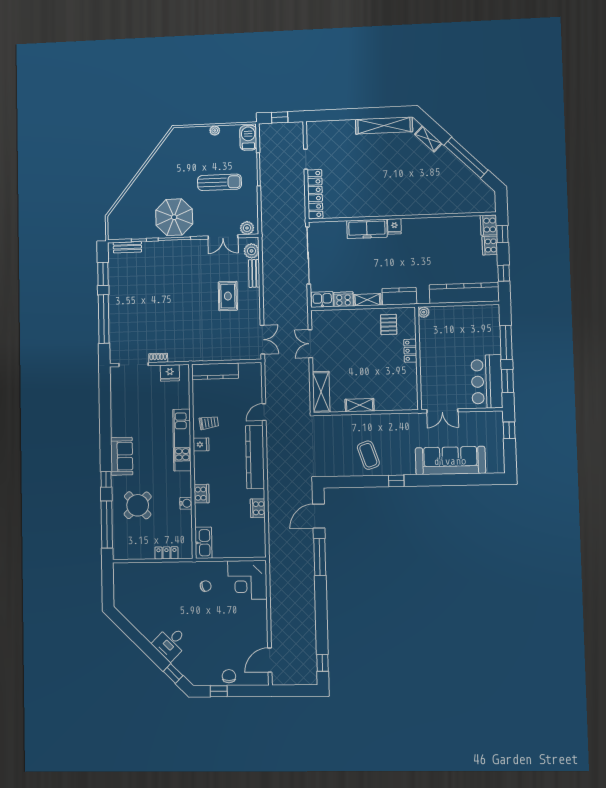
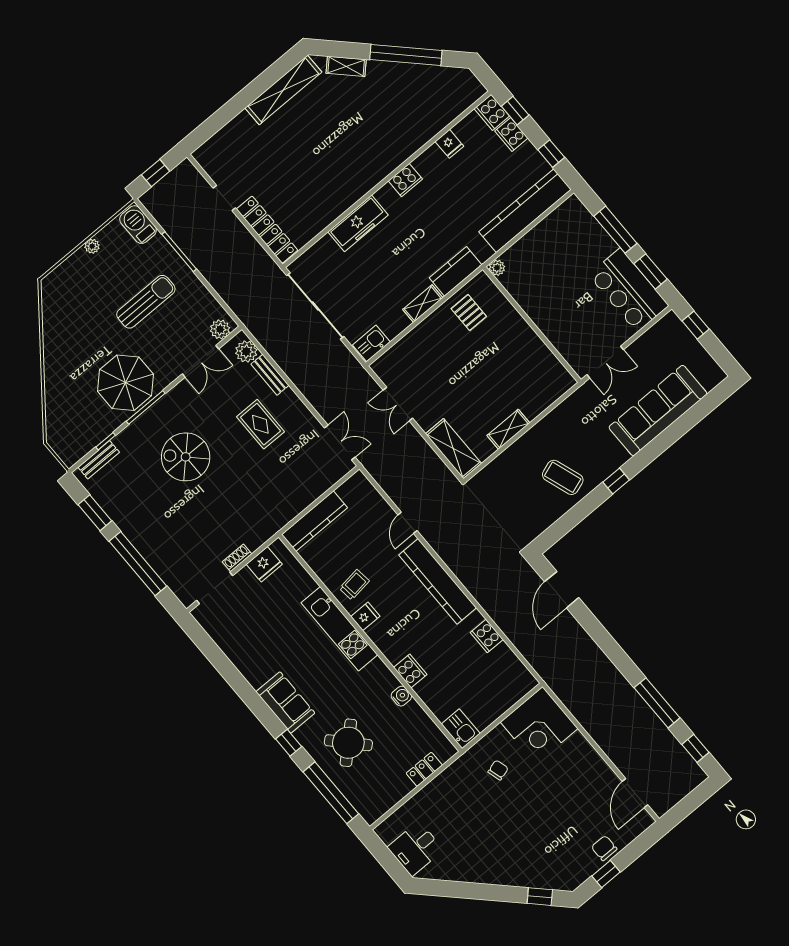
fridge: (394, 226) -> (449, 144), moved
spiral stairs: (174, 282) -> (186, 457), added
cooker: (343, 299) -> (405, 180), moved, turned 180
locker: (410, 351) -> (516, 323), removed
kitchen sink: (203, 543) -> (461, 729), width x0.73
window: (320, 557) -> (657, 703), moved
desk: (171, 643) -> (415, 849), moved, turned 45

